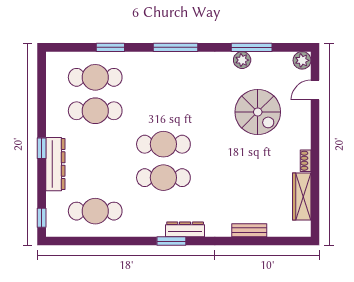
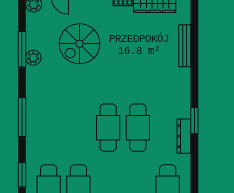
spiral stairs: (258, 112) -> (80, 44), turned 180
dresser: (185, 229) -> (184, 136), moved
bench: (249, 230) -> (185, 46), width x1.36

